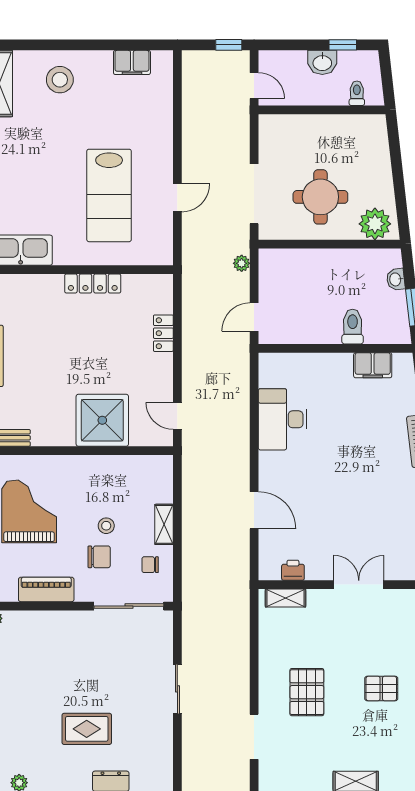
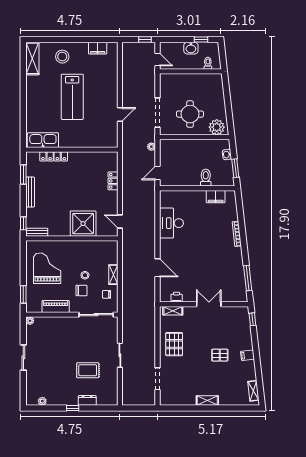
lab bench: (109, 195) -> (72, 97), moved
locker: (93, 283) -> (54, 156), moved
pallet: (307, 692) -> (174, 344), moved
rug: (87, 729) -> (88, 370), moved

